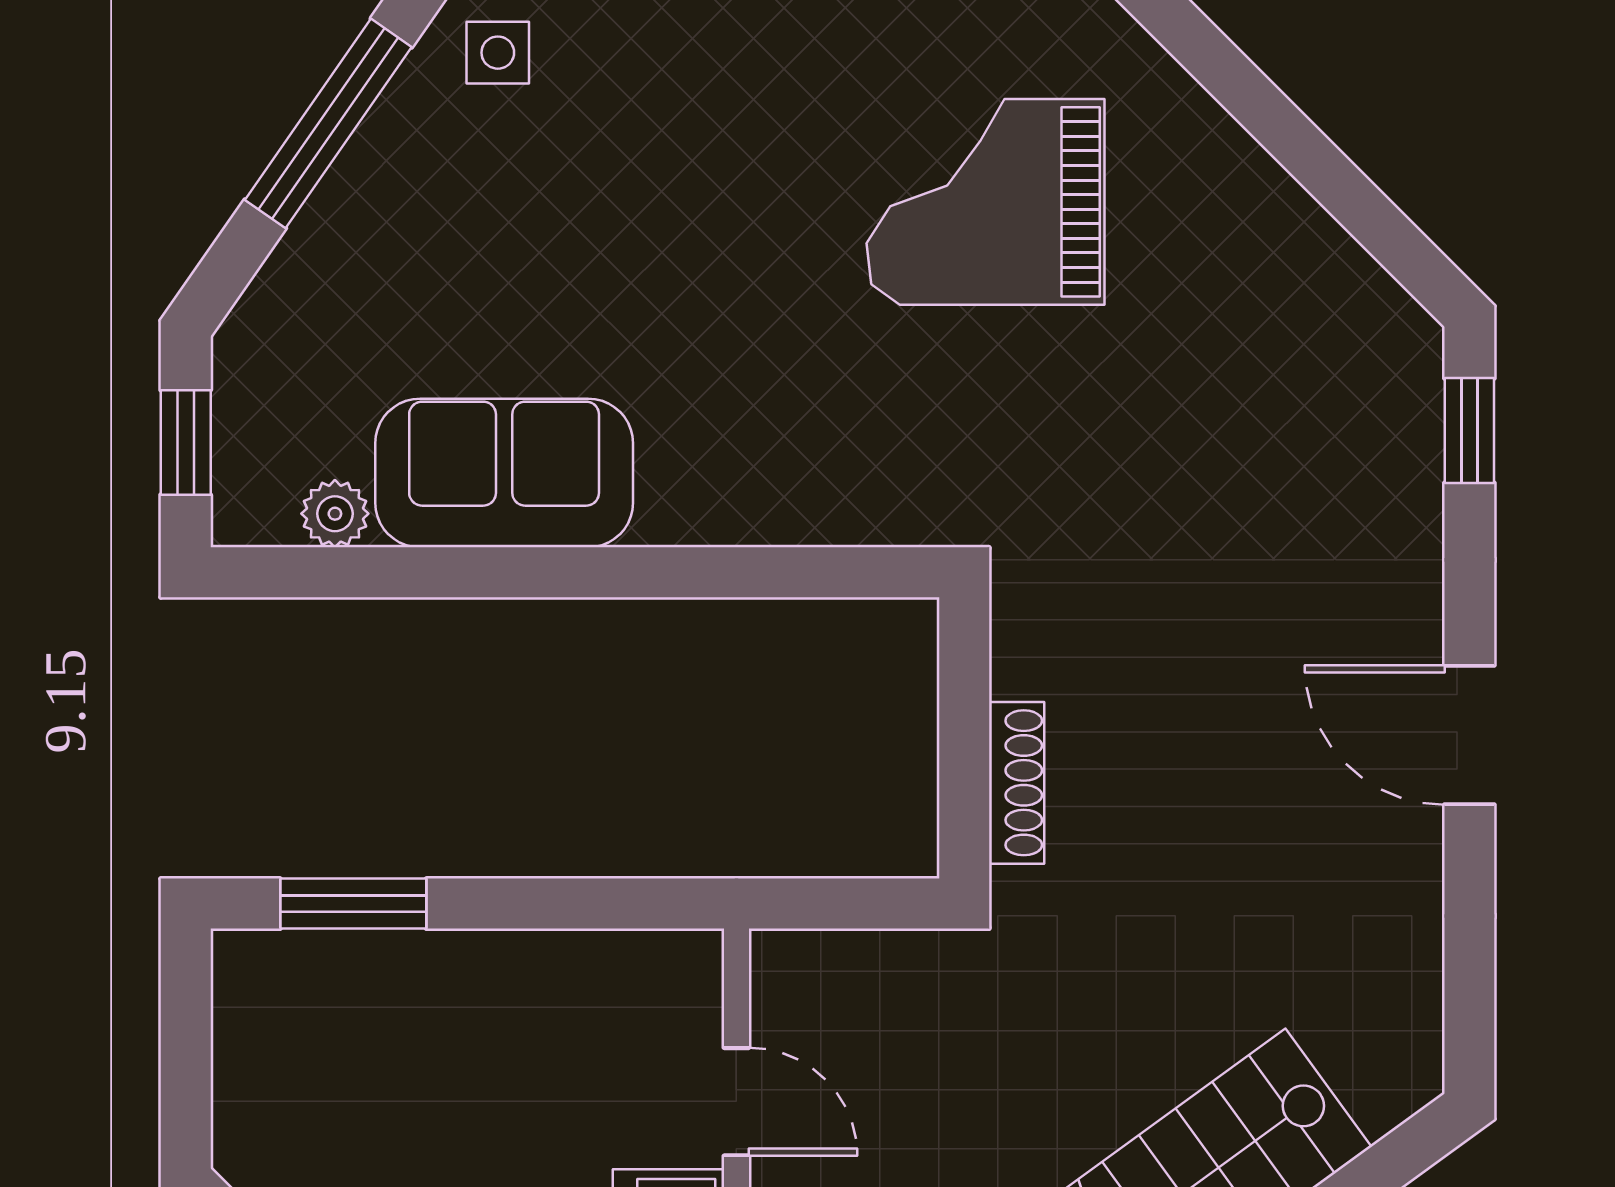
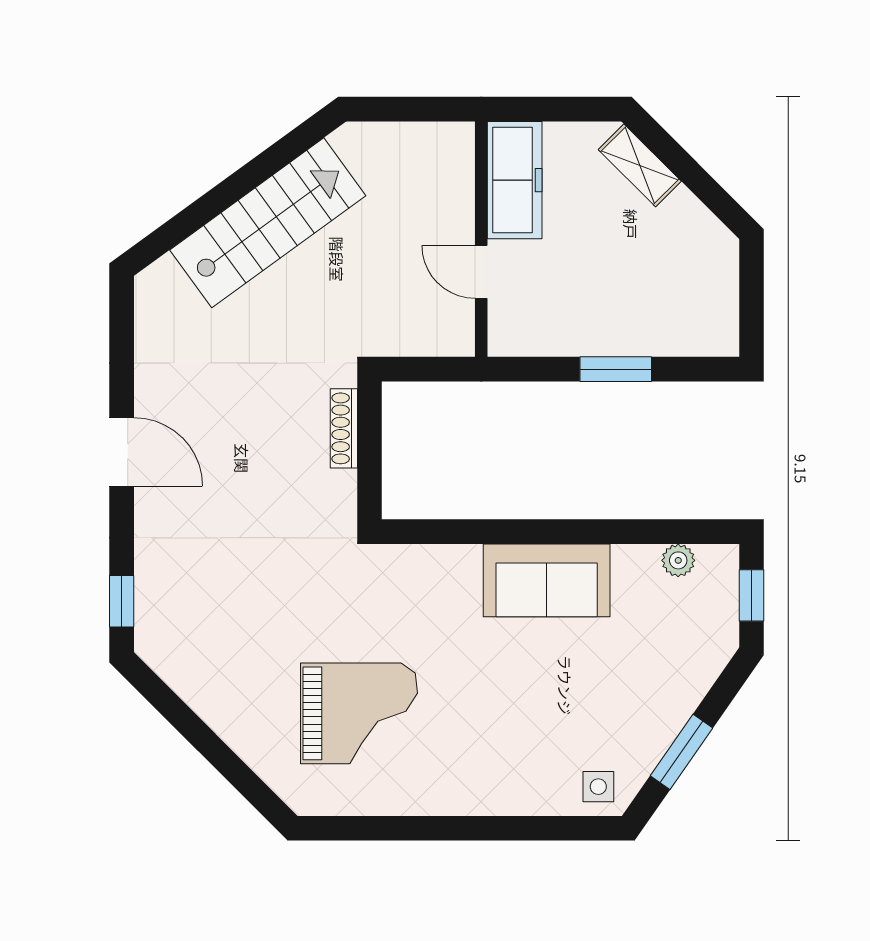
window: (328, 123) -> (681, 752), width x0.69
sofa: (504, 473) -> (547, 580), moved
window: (353, 904) -> (616, 369), moved

